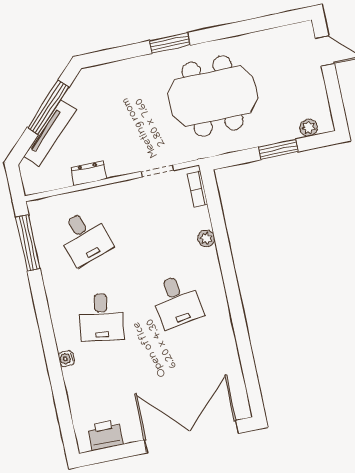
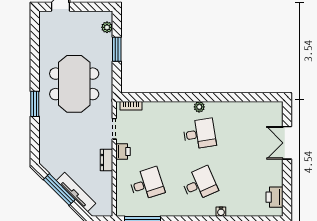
dresser: (89, 173) -> (107, 160), moved
printer: (126, 192) -> (123, 152), added
plant: (206, 238) -> (199, 107), moved
desk: (101, 317) -> (199, 184), turned -33
double door: (191, 437) -> (287, 143), width x0.54

